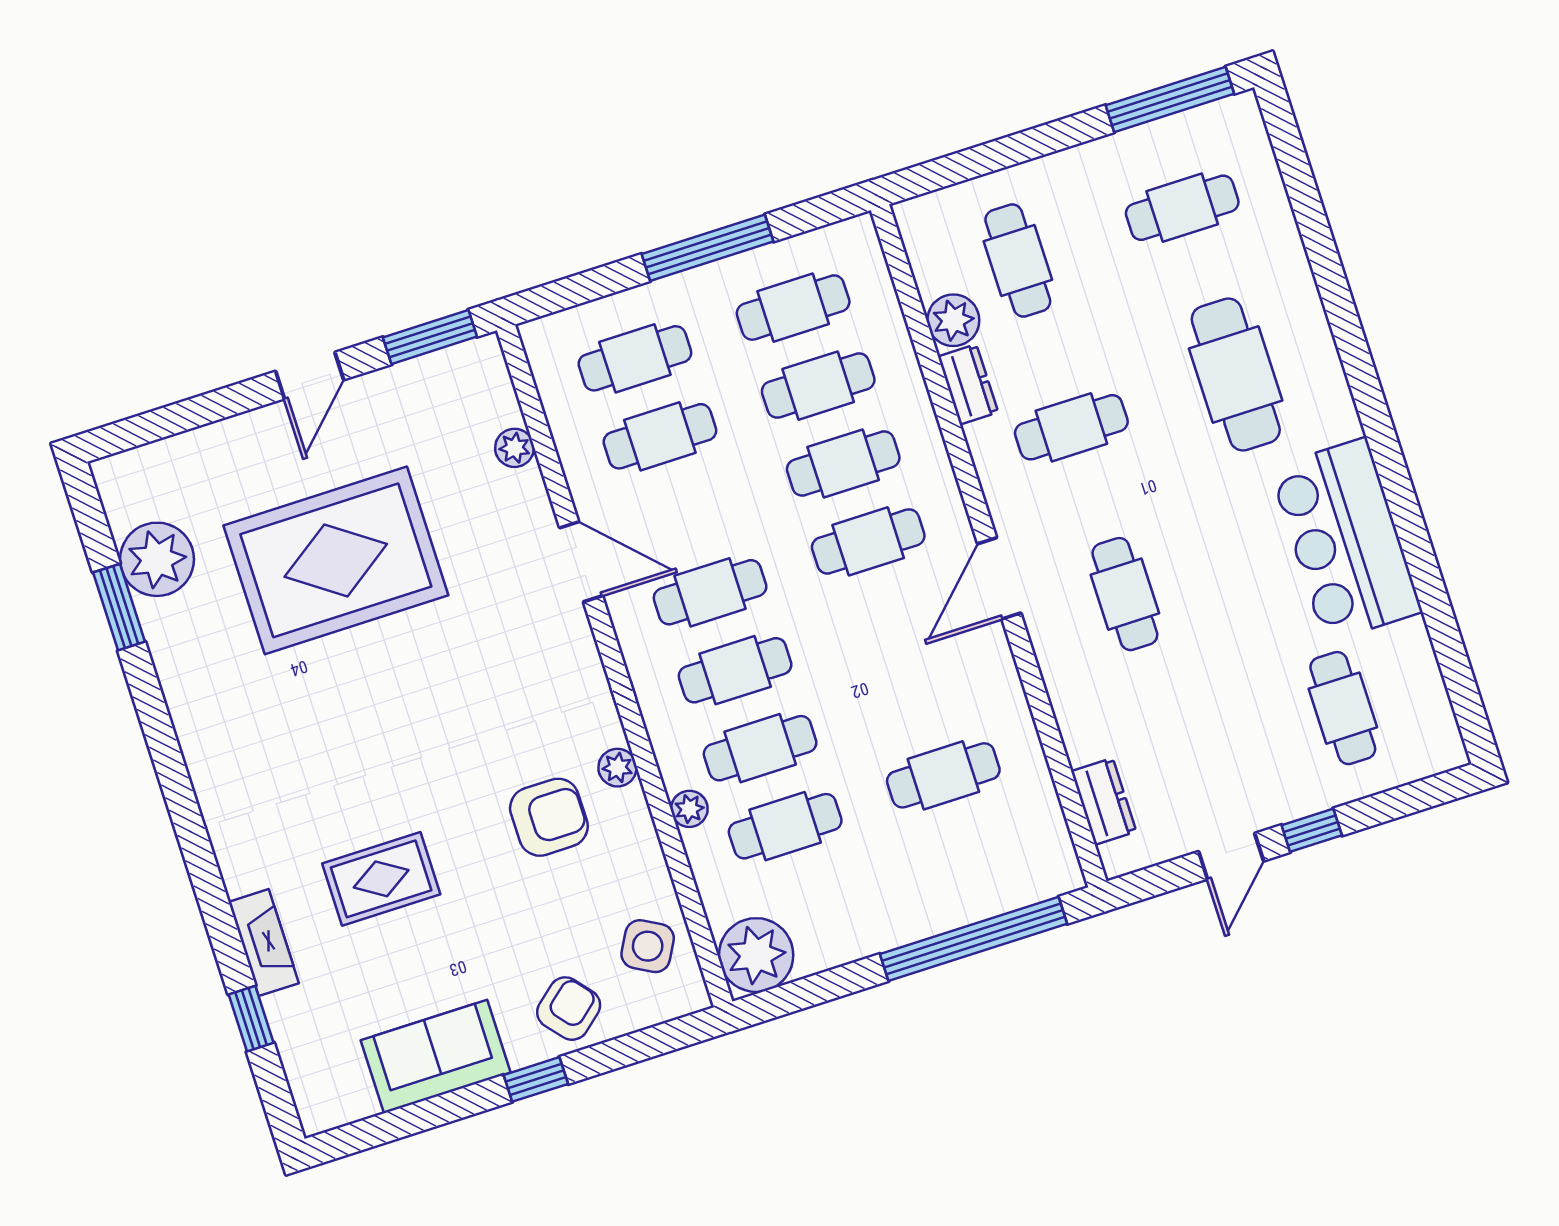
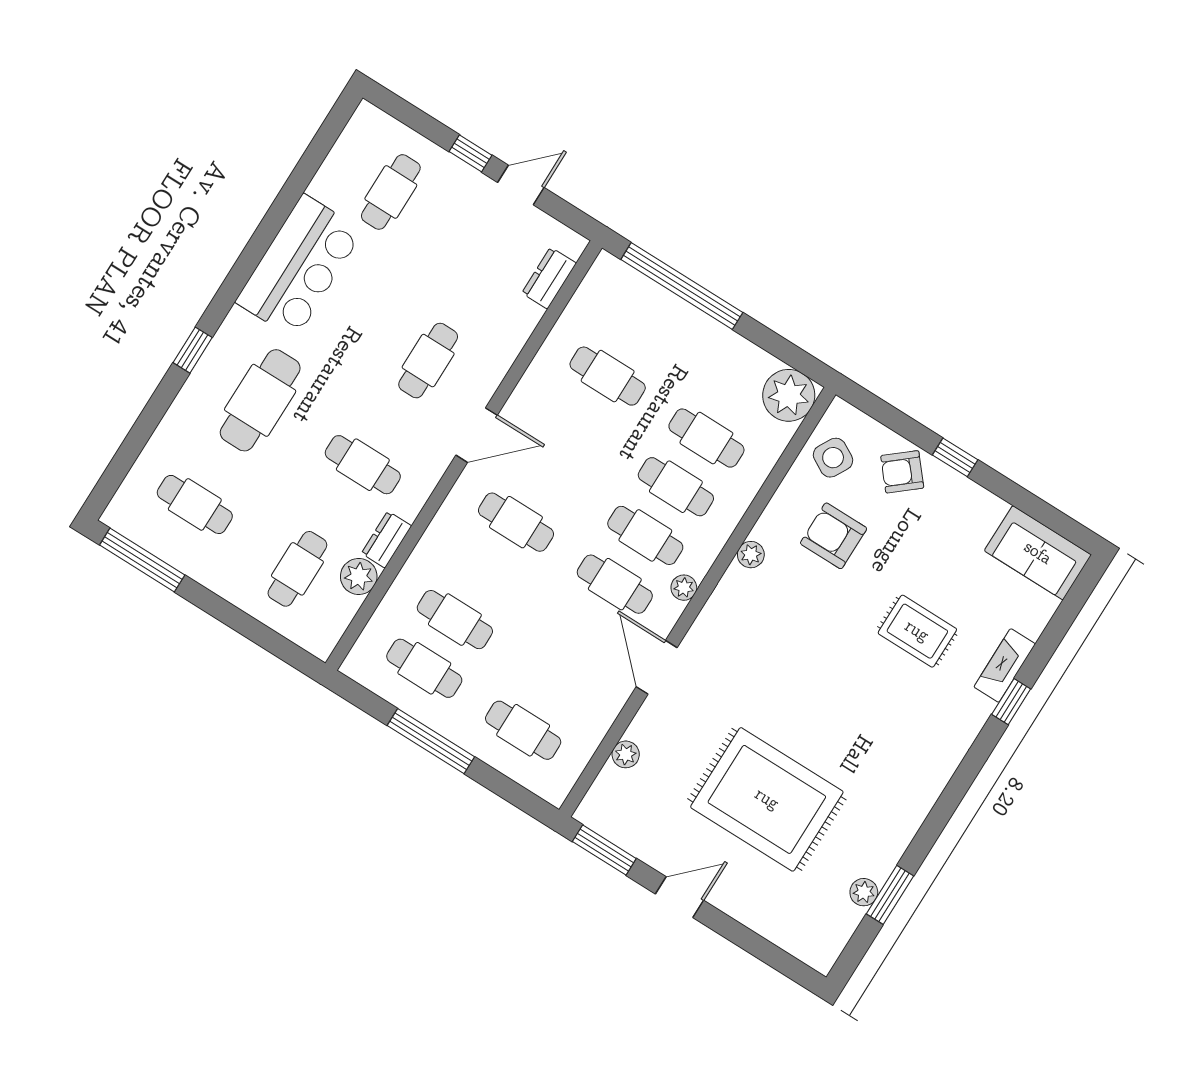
window: (1352, 347) -> (193, 350), added
cafe table: (660, 436) -> (554, 682), removed
cafe table: (843, 463) -> (485, 571), removed
plant: (157, 559) -> (864, 892), width x0.53, depth x0.53
plant: (689, 809) -> (684, 588), moved
armchair: (549, 817) -> (834, 536), moved
window: (251, 1019) -> (1011, 702), moved
sofa: (436, 1056) -> (1038, 553), moved

